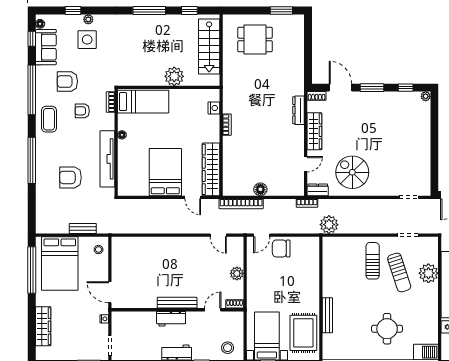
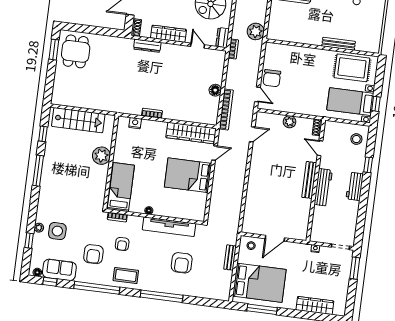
dining table: (255, 39) -> (76, 51), moved
window: (32, 270) -> (262, 309), width x0.68
door: (110, 292) -> (275, 238), moved
workbench: (171, 319) -> (323, 187), width x1.38

